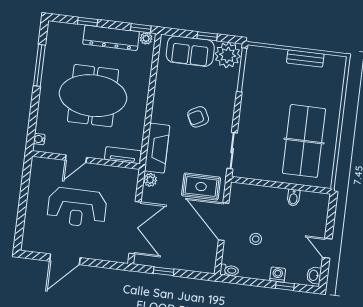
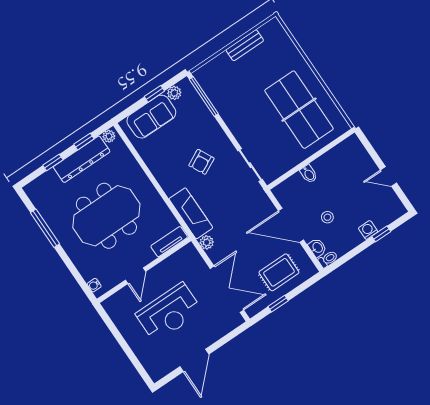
window: (141, 28) -> (84, 142), moved
plant: (228, 55) -> (174, 93), width x0.53, depth x0.53
rug: (201, 187) -> (279, 272), moved
bidet: (293, 198) -> (309, 174), moved
washbasin: (314, 275) -> (317, 248), moved, turned 180

